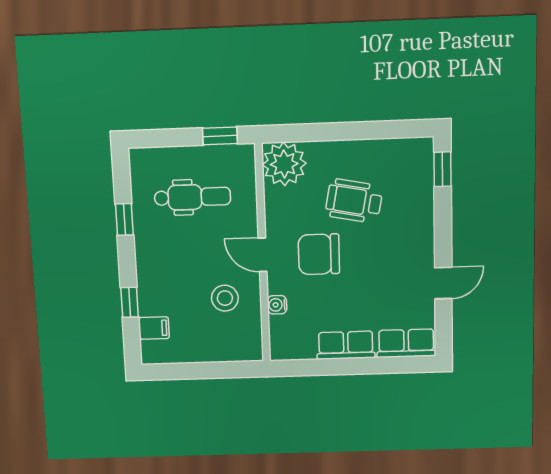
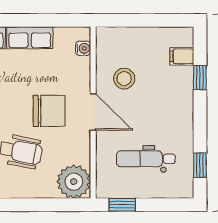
window: (124, 219) -> (200, 165), moved
door: (263, 255) -> (93, 112), width x1.38
water cooler: (277, 305) -> (83, 48), moved

